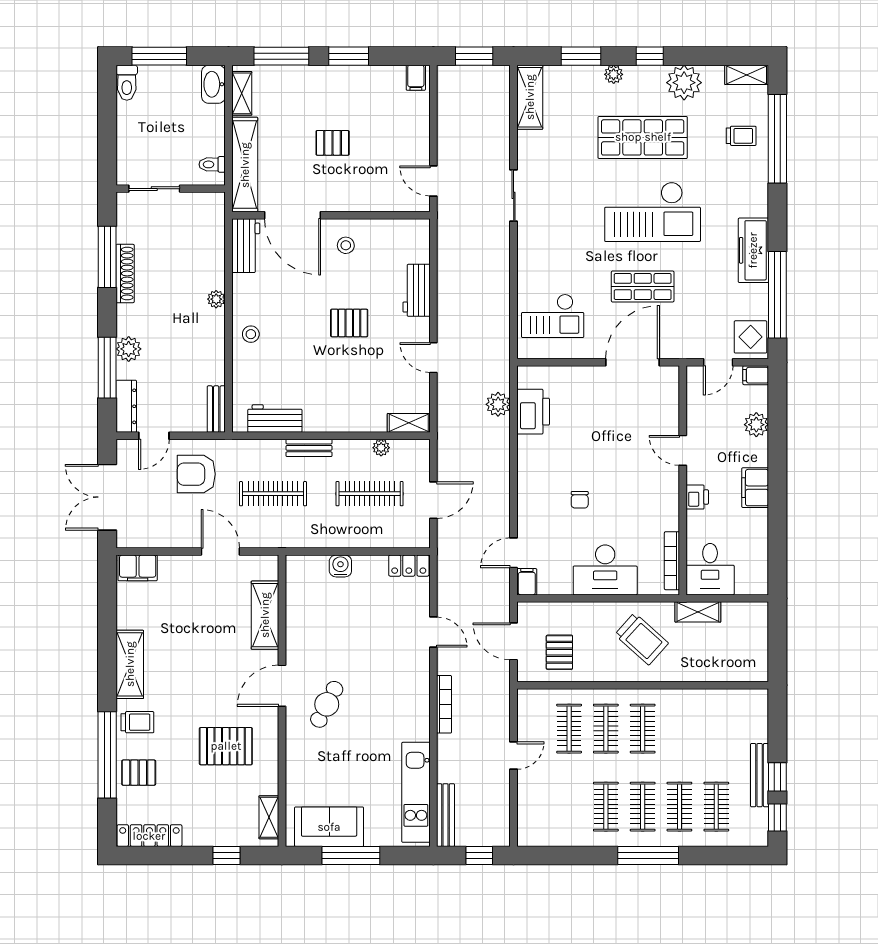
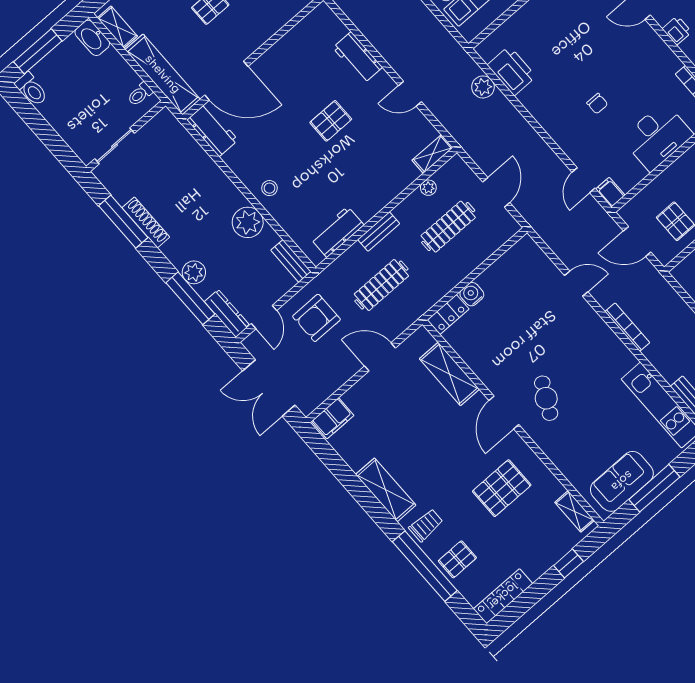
stool: (346, 245) -> (281, 69), removed
plant: (216, 299) -> (248, 222), moved, width x1.88, depth x1.88
locker: (409, 566) -> (448, 315), moved

